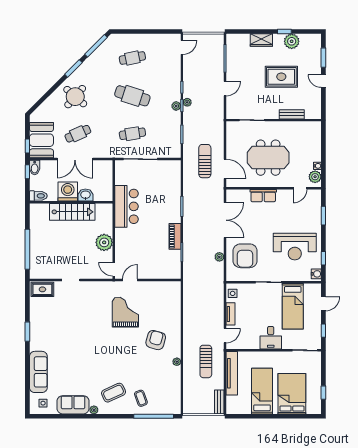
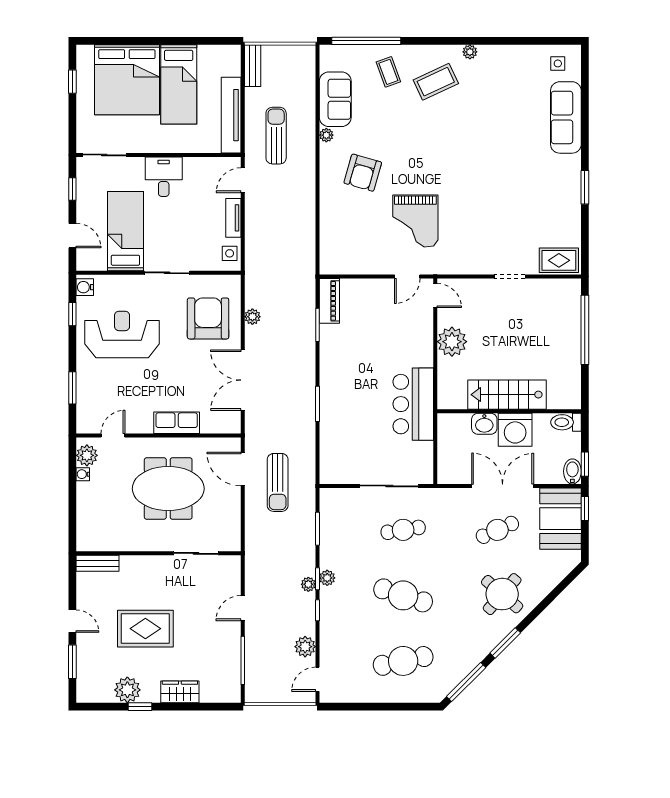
cafe table: (132, 58) -> (403, 661), width x1.37, depth x1.35
plant: (189, 66) -> (305, 647), added
bench: (292, 114) -> (98, 563), moved
piano: (175, 236) -> (329, 301), moved
door: (323, 304) -> (72, 236), swing flipped
bed: (292, 394) -> (127, 80), width x1.36
sofa: (73, 405) -> (335, 99), moved, turned -90

